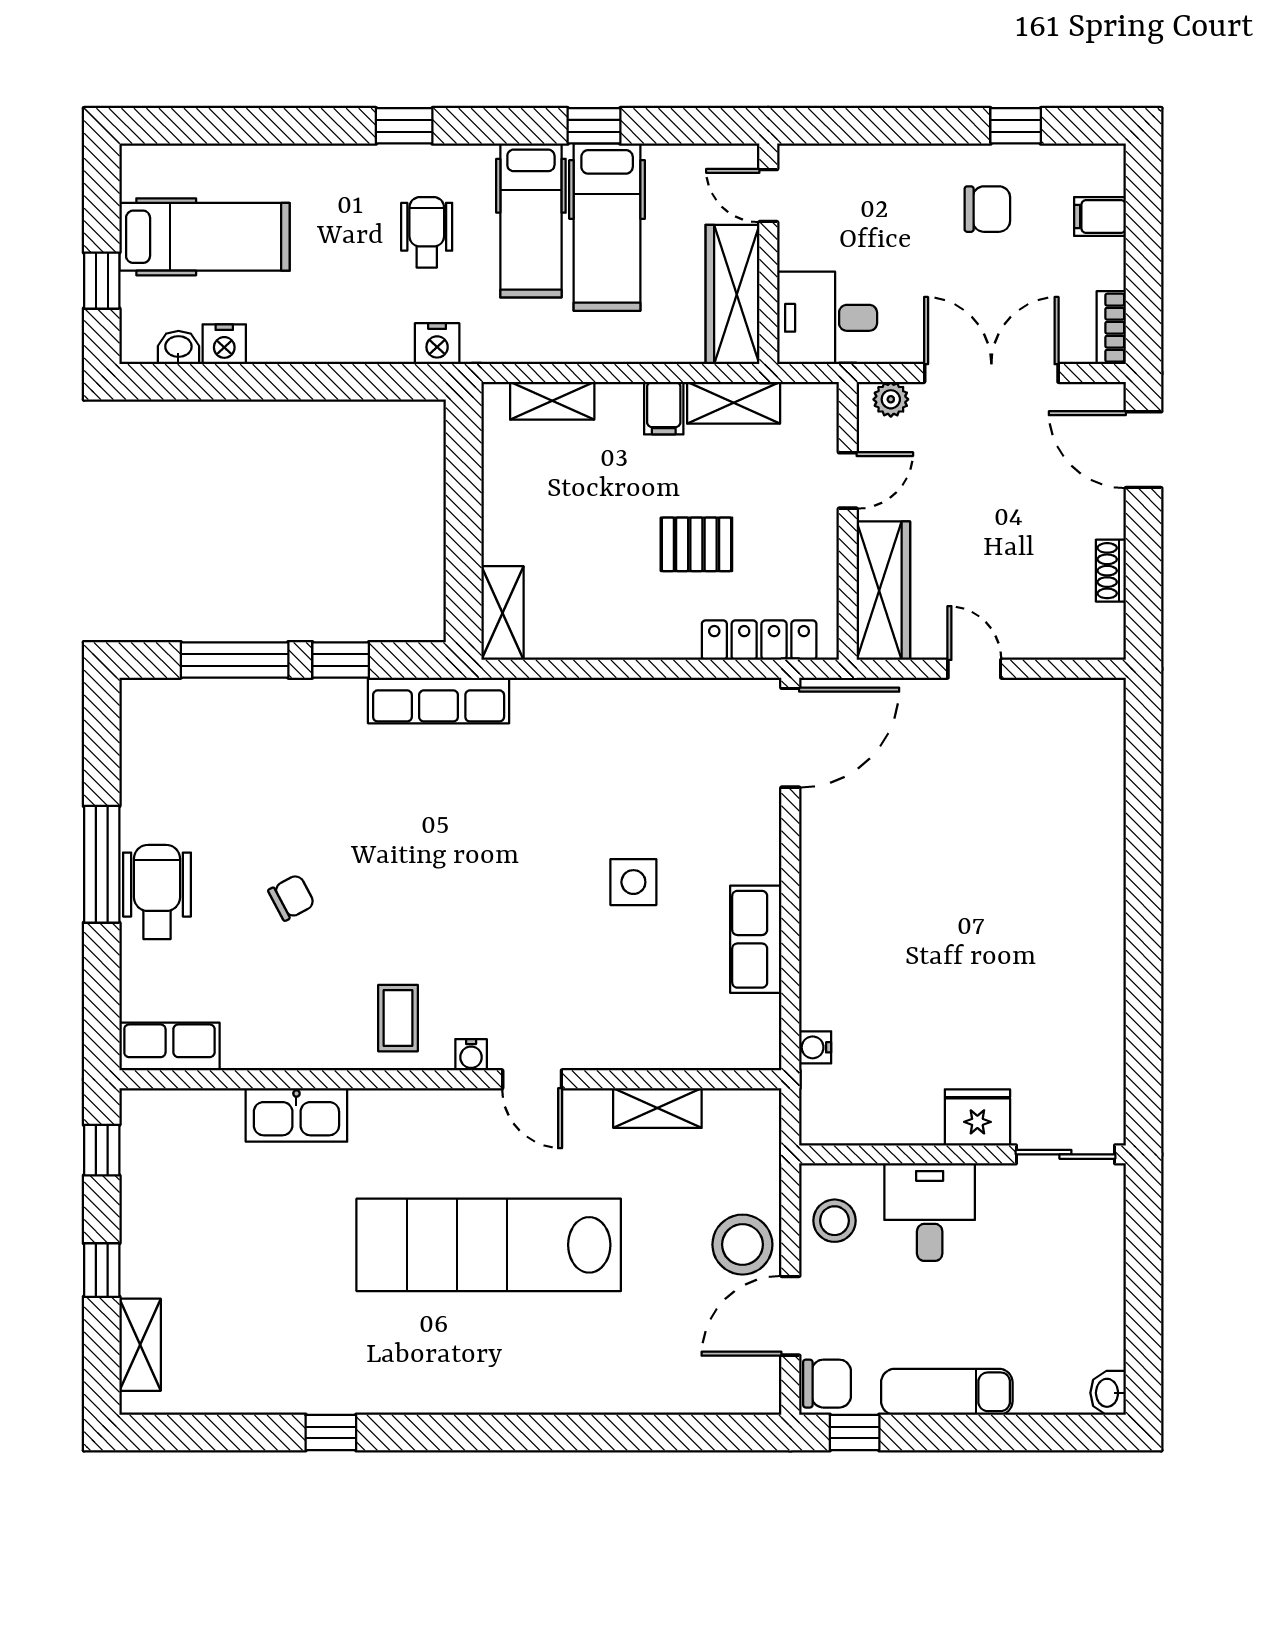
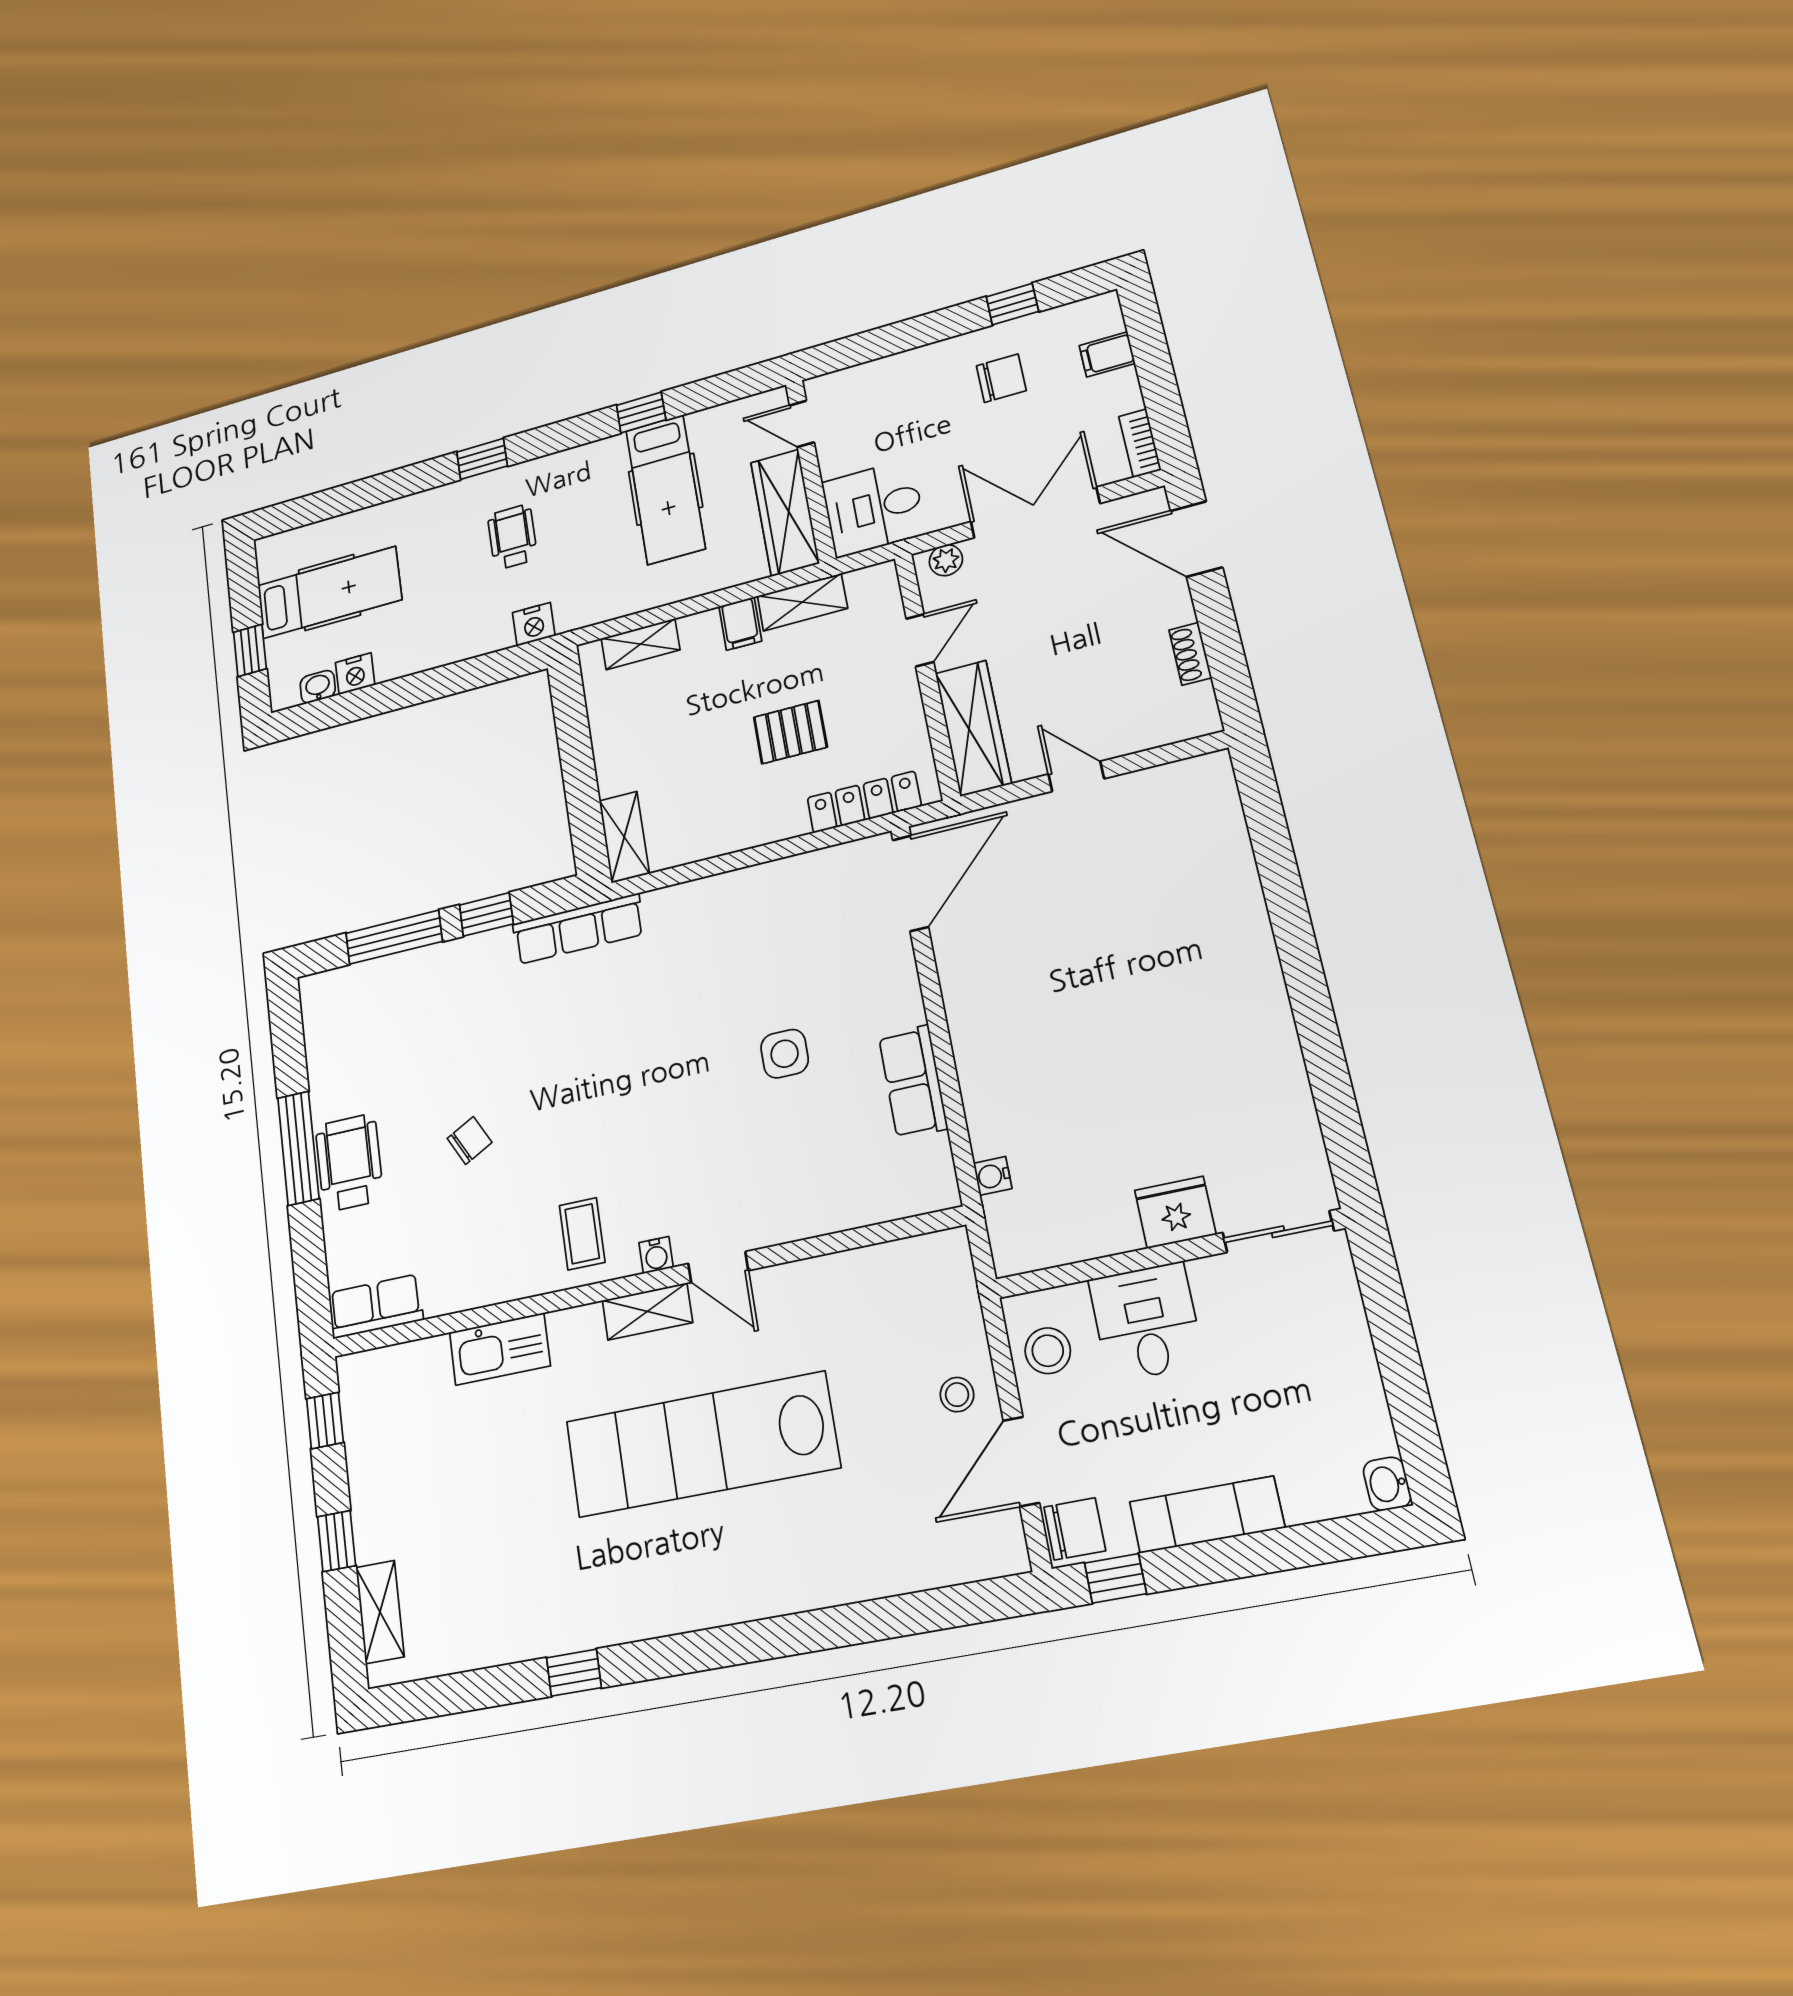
hospital bed: (531, 220) -> (599, 502), removed
shelving: (657, 1108) -> (647, 1311), moved
stool: (742, 1245) -> (957, 1395), width x0.53, depth x0.53

